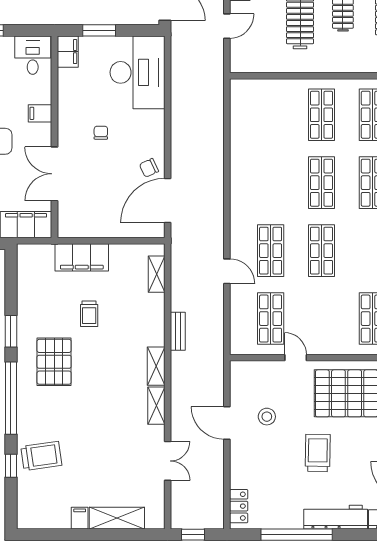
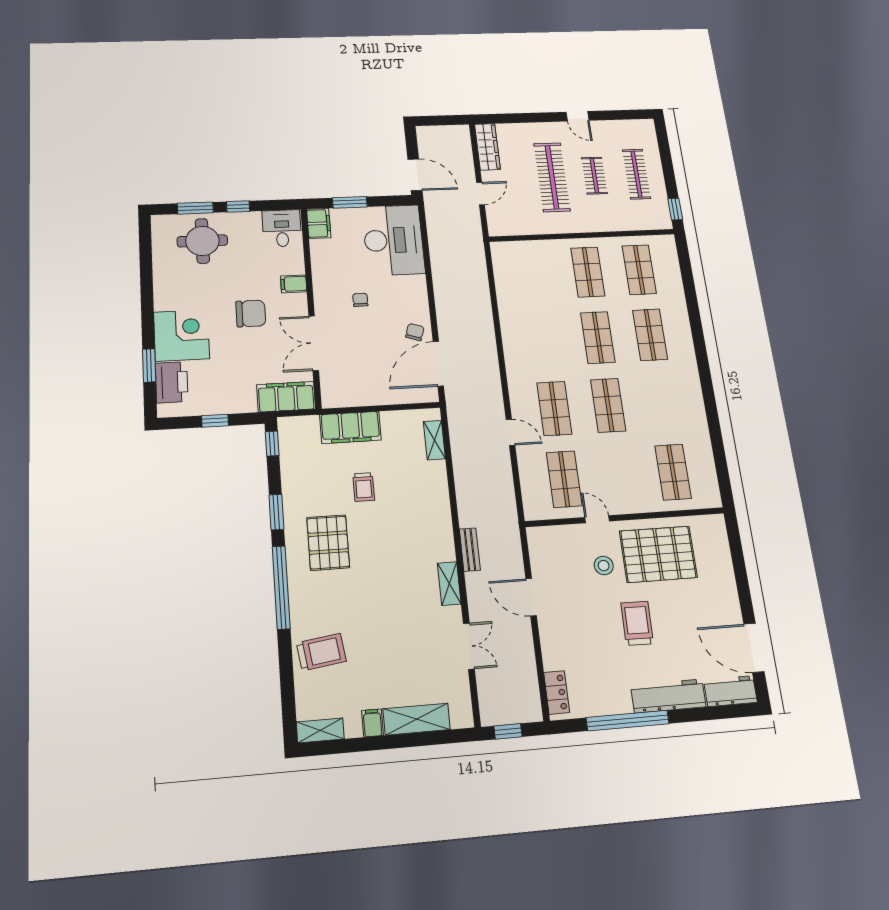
chair: (149, 168) -> (415, 332), turned 133
bench: (178, 331) -> (470, 550), moved
shelving: (156, 366) -> (320, 730), moved, turned 90
stool: (267, 417) -> (604, 566), moved
window: (11, 466) -> (272, 444), moved

